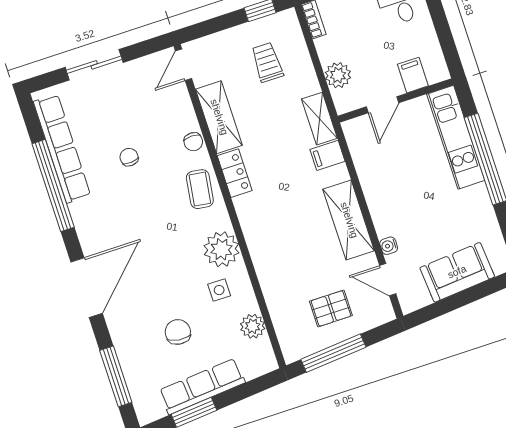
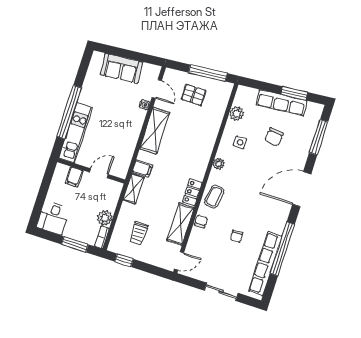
plant: (338, 75) -> (105, 218), moved
plant: (221, 249) -> (219, 164), width x0.53, depth x0.53

